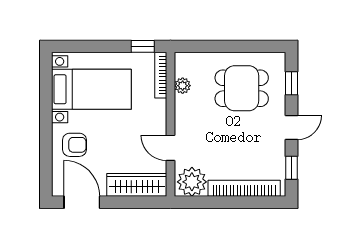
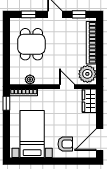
armchair: (75, 145) -> (65, 144), turned 90
door: (171, 148) -> (67, 87), swing flipped
wardrobe: (137, 185) -> (89, 101), width x0.67

